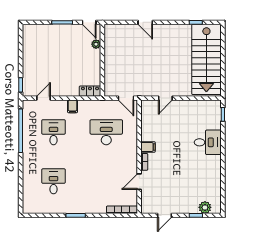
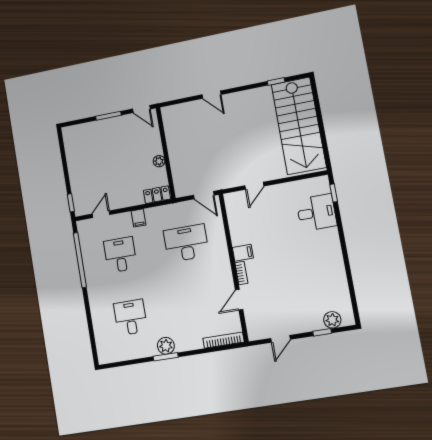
plant: (96, 44) -> (159, 161), moved
desk: (208, 142) -> (316, 213), moved
plant: (77, 207) -> (166, 346), added

